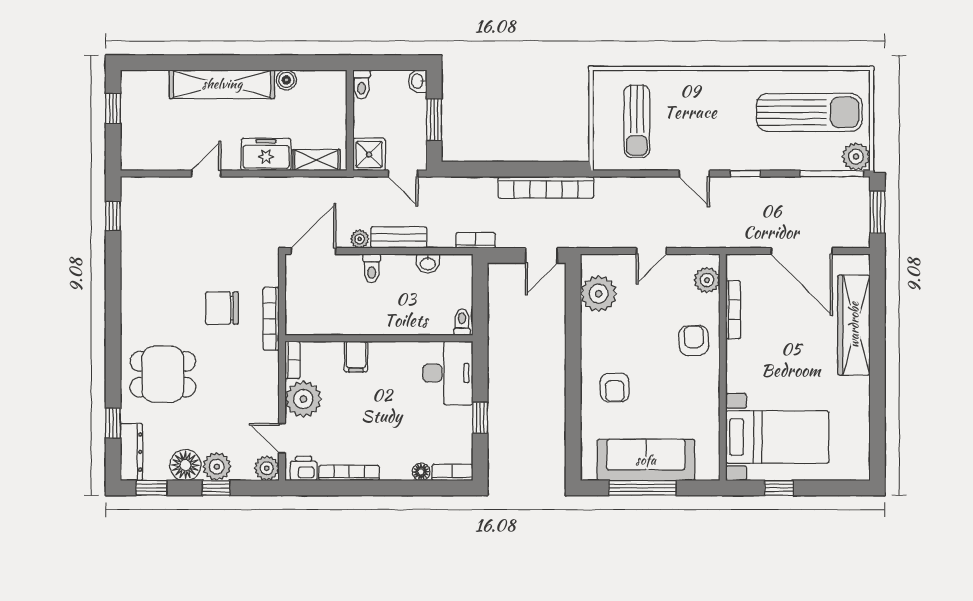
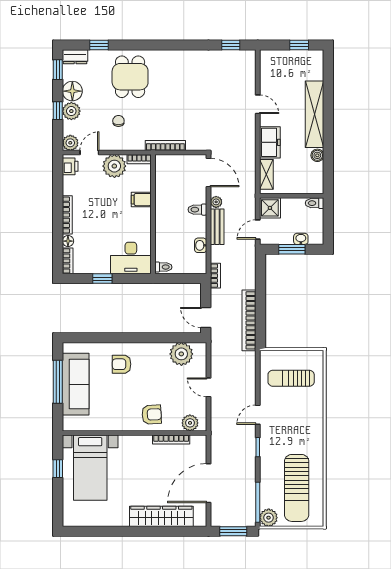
washbasin: (418, 81) -> (301, 239), moved
chair: (222, 308) -> (118, 121), moved, width x0.54, depth x0.54
dresser: (131, 452) -> (75, 57), width x0.70
bookcase: (349, 473) -> (67, 215), moved

